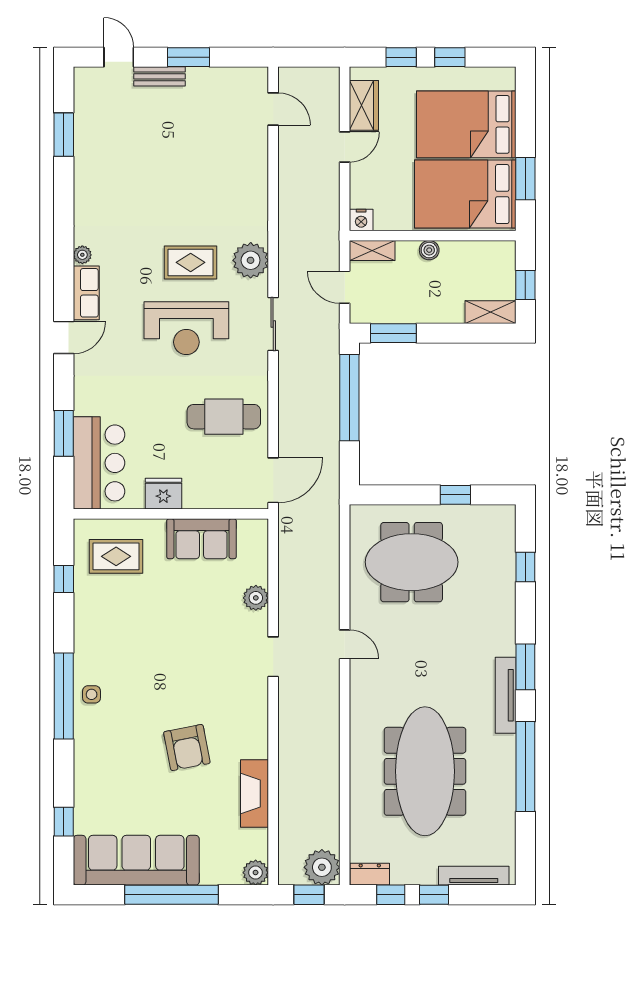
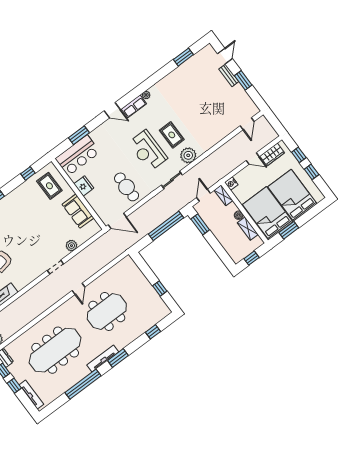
shelving: (491, 312) -> (248, 229), moved
meeting table: (412, 562) -> (107, 311), moved, turned 90

